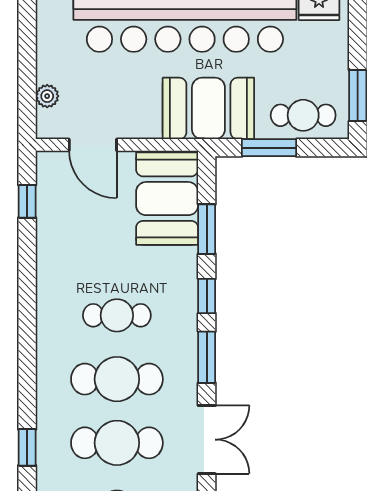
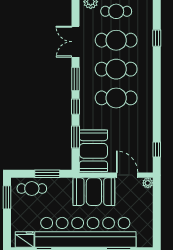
plant: (47, 96) -> (148, 183), moved
booth: (208, 108) -> (94, 192), moved
cafe table: (117, 315) -> (116, 98), width x1.37, depth x1.35

